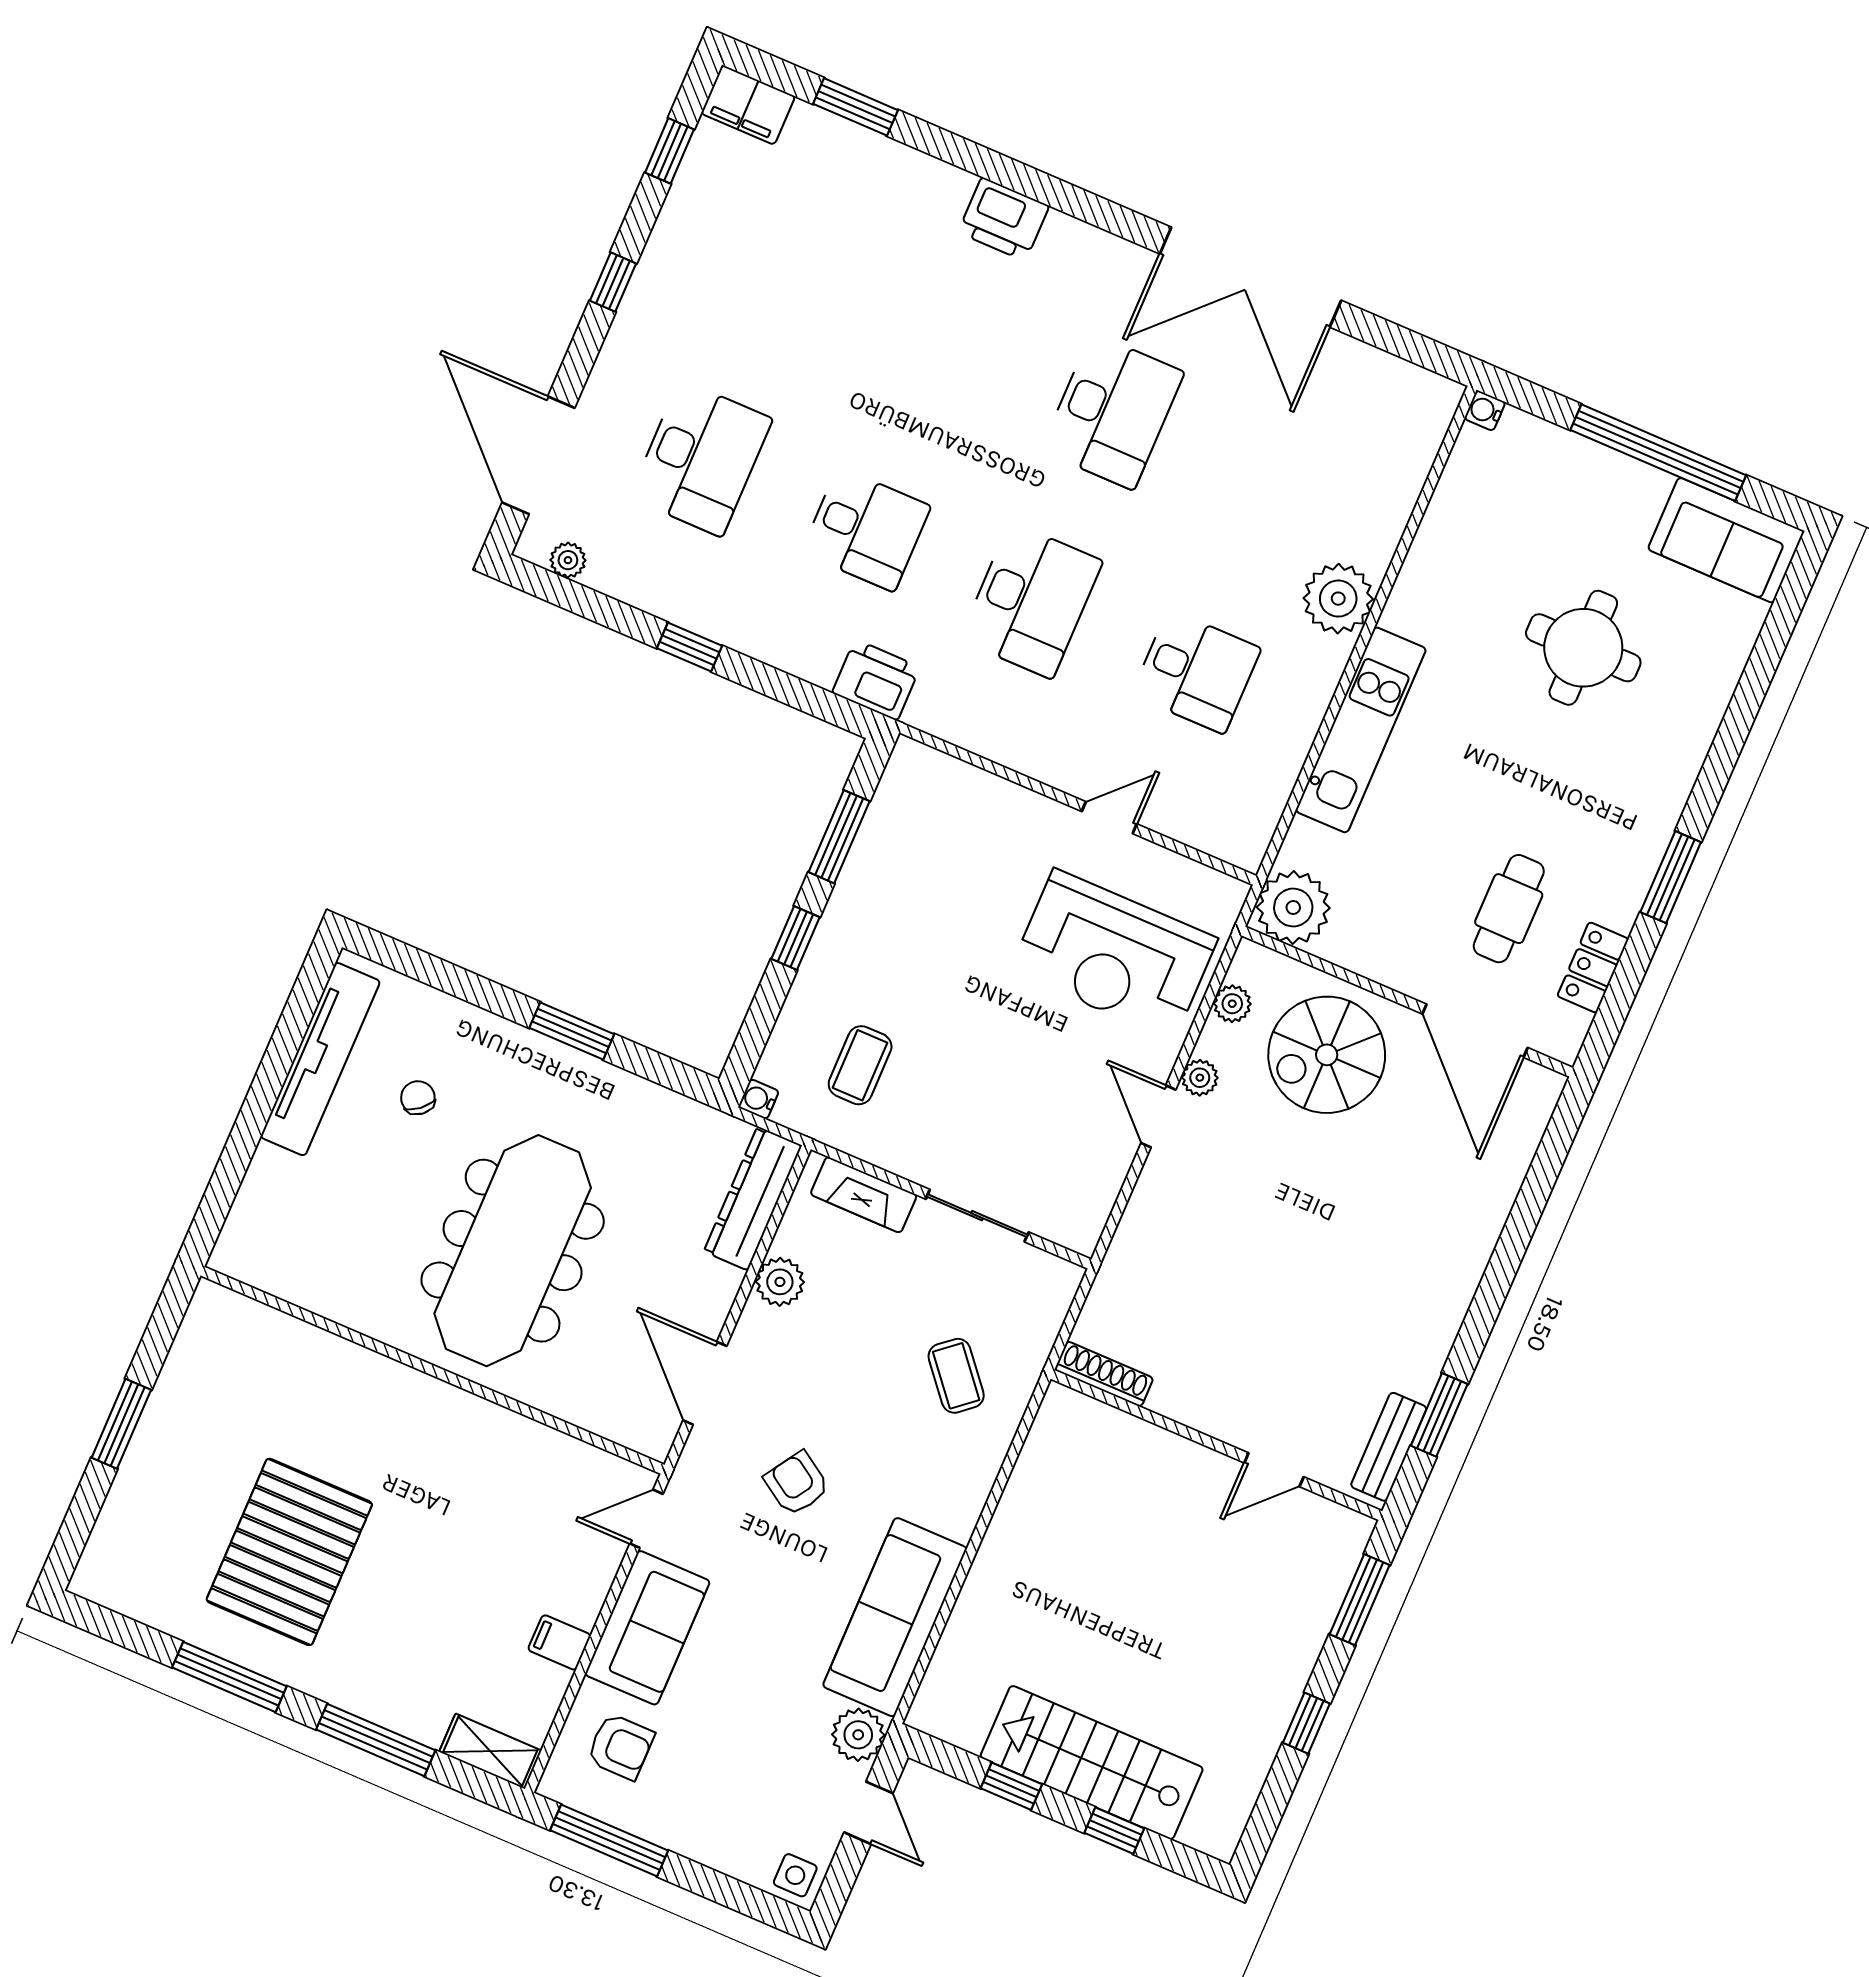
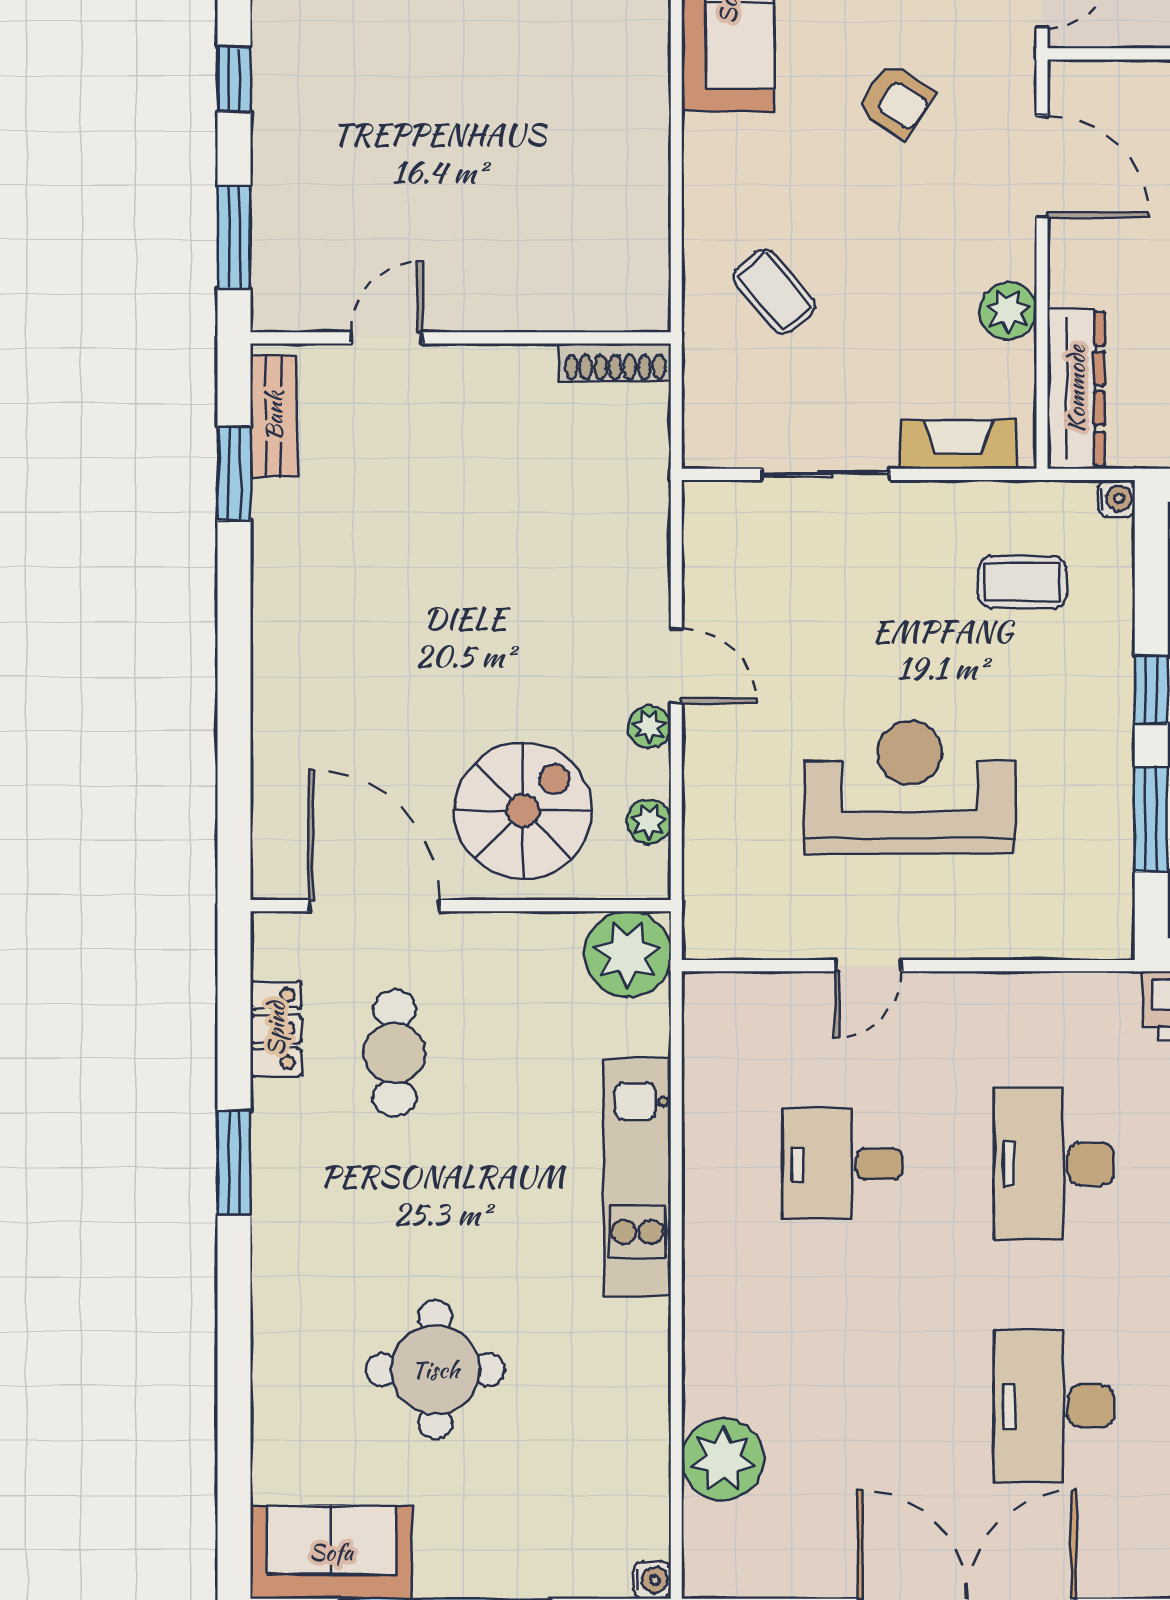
plant: (1338, 599) -> (723, 1459), moved
reception desk: (1114, 955) -> (910, 787), moved
coffee table: (860, 1065) -> (1022, 582), turned 90

